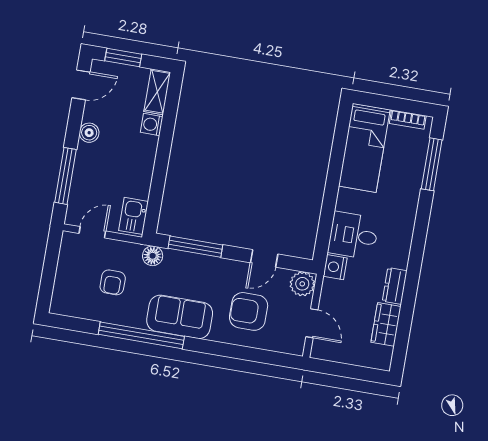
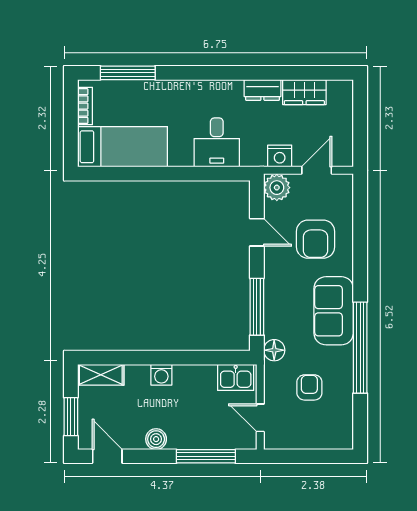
washing machine: (152, 124) -> (161, 375), moved
nightstand: (335, 267) -> (280, 156), moved
armchair: (113, 282) -> (309, 387), turned -90

